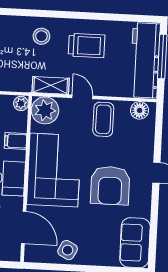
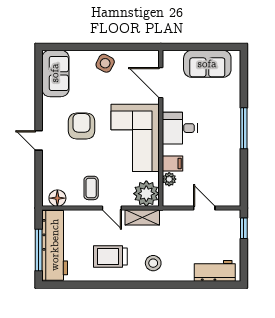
plant: (21, 103) -> (169, 179), moved
coffee table: (103, 119) -> (91, 188), width x0.73, depth x0.77
armchair: (110, 186) -> (82, 126), width x0.73, depth x0.73
side table: (68, 250) -> (105, 63), moved

